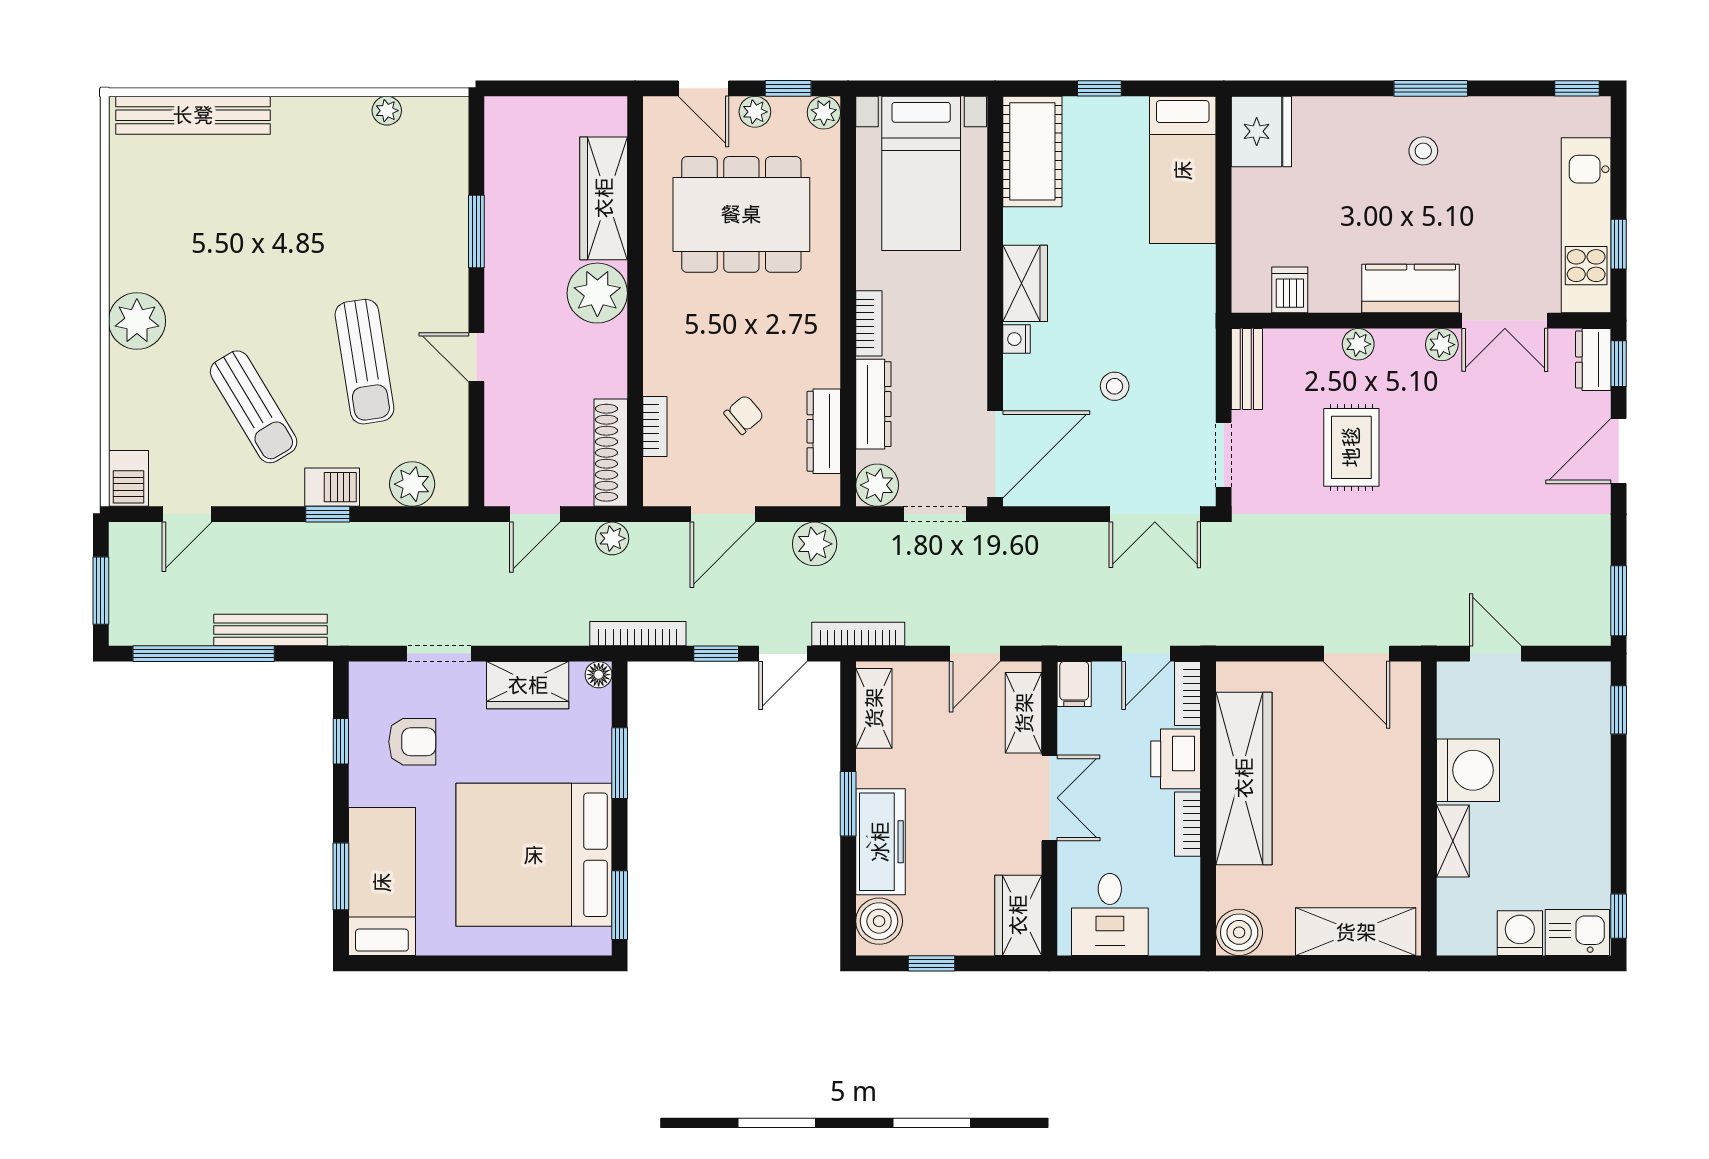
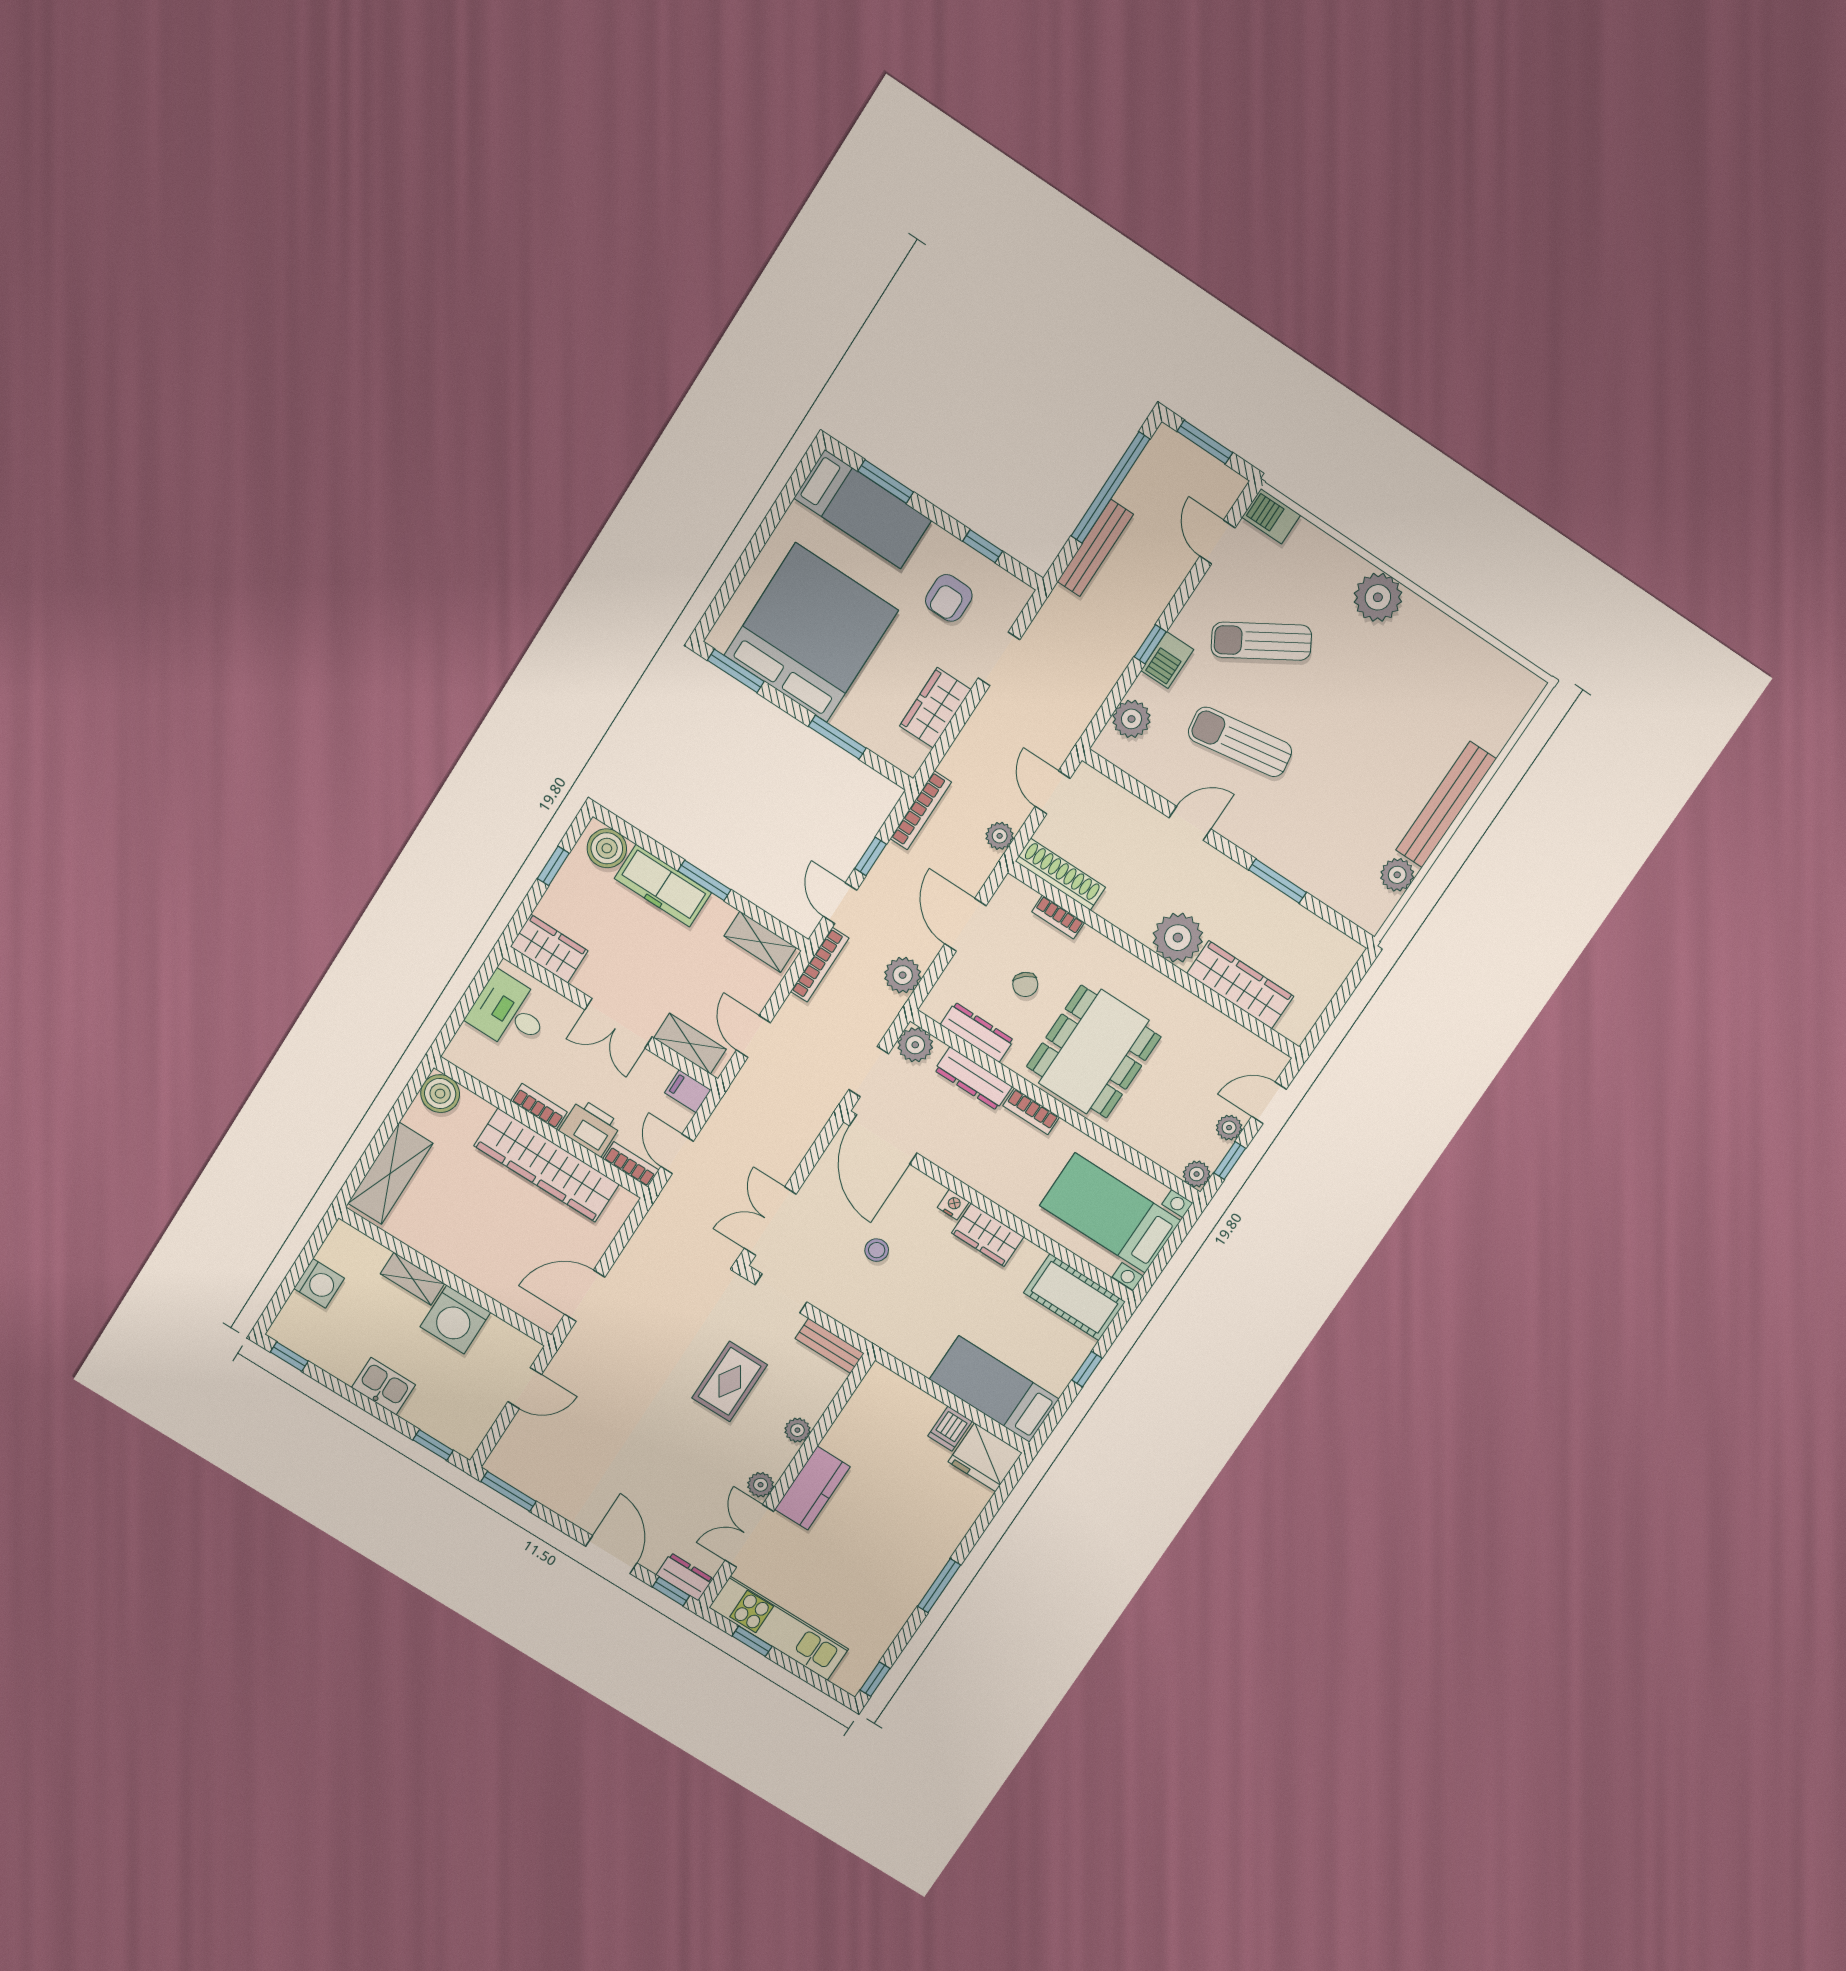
plant: (387, 111) -> (1397, 875), width x1.38, depth x1.38
bench: (193, 115) -> (1446, 805), moved
stool: (1423, 151) -> (900, 1554), removed
dining table: (741, 214) -> (1094, 1052), moved
dishwasher: (1290, 290) -> (950, 1429), moved, turned 90
rug: (1351, 447) -> (730, 1381), turned 90
floor lamp: (599, 675) -> (910, 763), removed
kitchen sink: (1577, 933) -> (383, 1386), moved, turned -90

